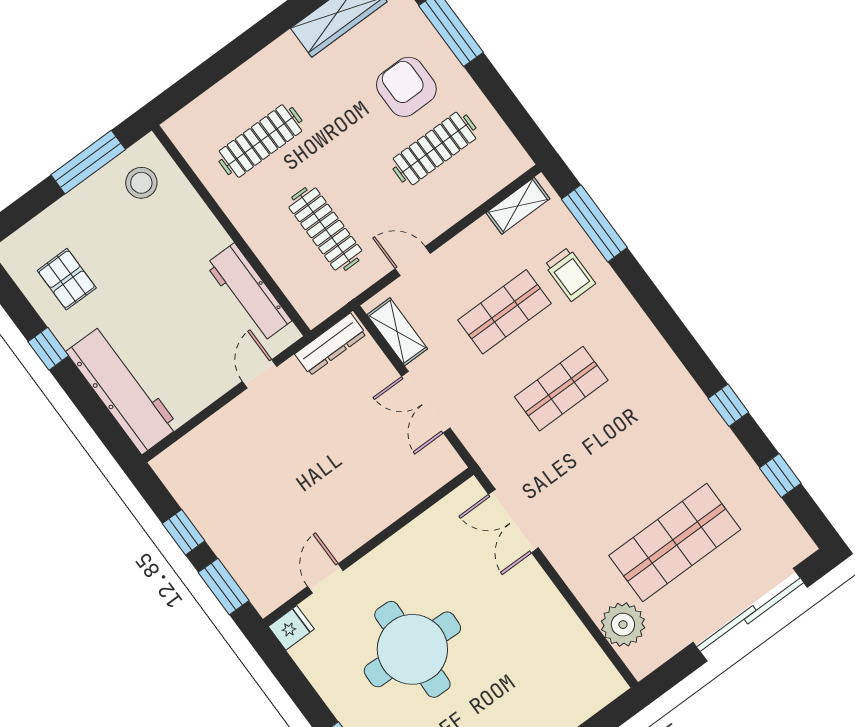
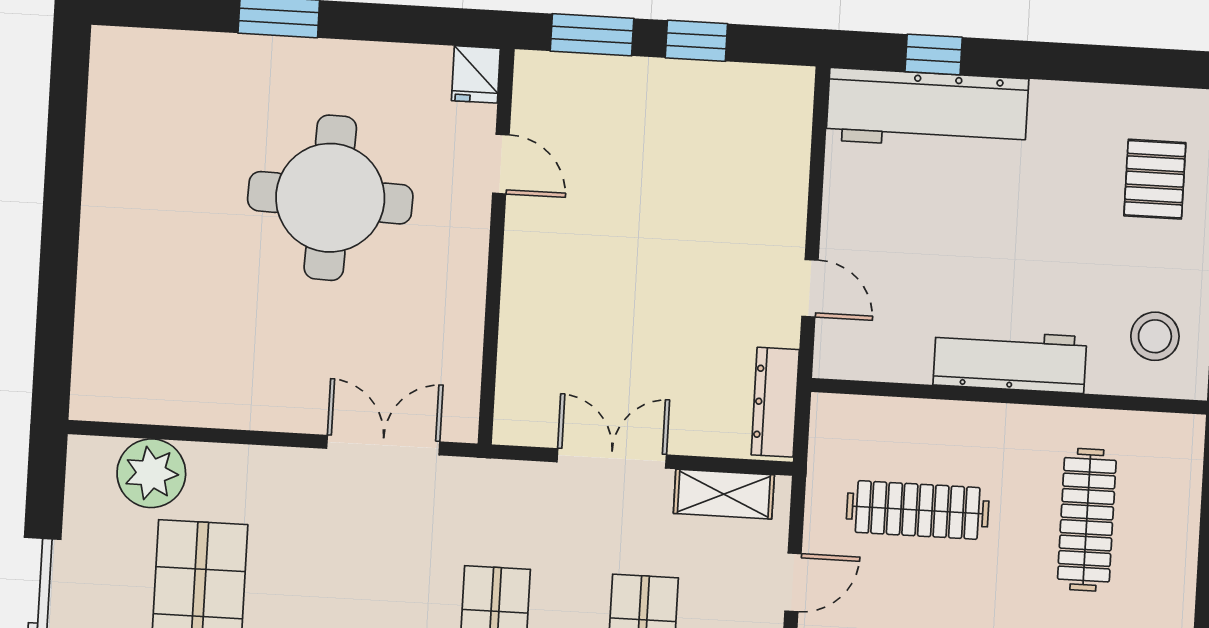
pallet: (67, 279) -> (1155, 179), moved, turned 90
workbench: (249, 292) -> (1010, 361), moved
window: (48, 349) -> (934, 54), moved

